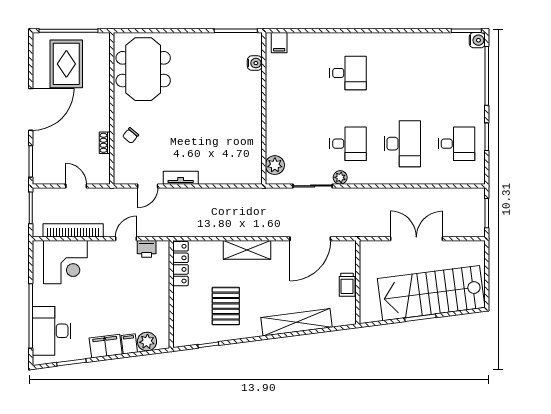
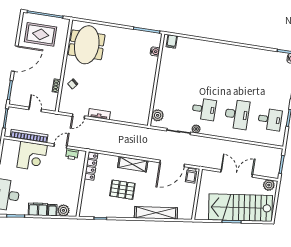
rug: (66, 64) -> (41, 34), turned 90
desk: (348, 73) -> (211, 66), removed
plant: (471, 250) -> (269, 185), added
corner desk: (65, 262) -> (32, 156), moved
trolley: (347, 285) -> (191, 176), moved
pallet: (226, 306) -> (122, 190), moved, turned 90

